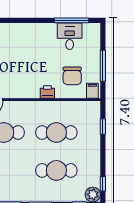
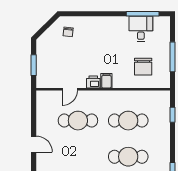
filing cabinet: (92, 91) -> (106, 81), moved
printer: (47, 92) -> (93, 82), moved

